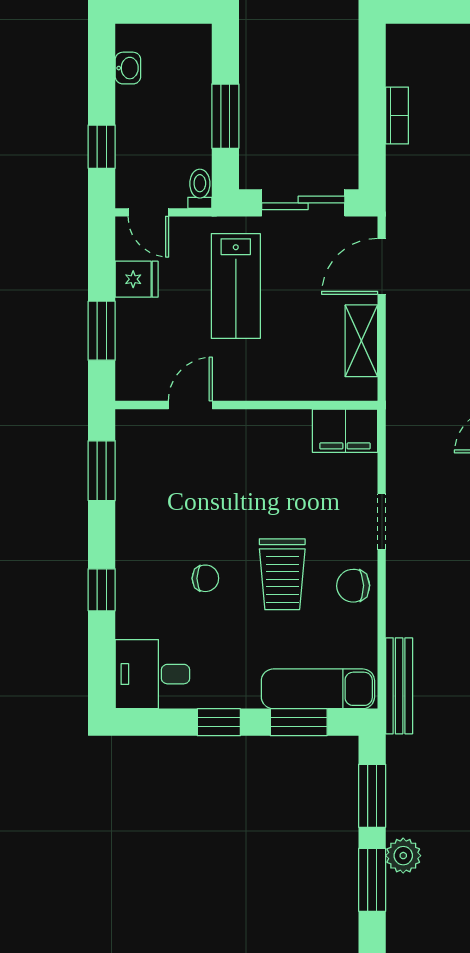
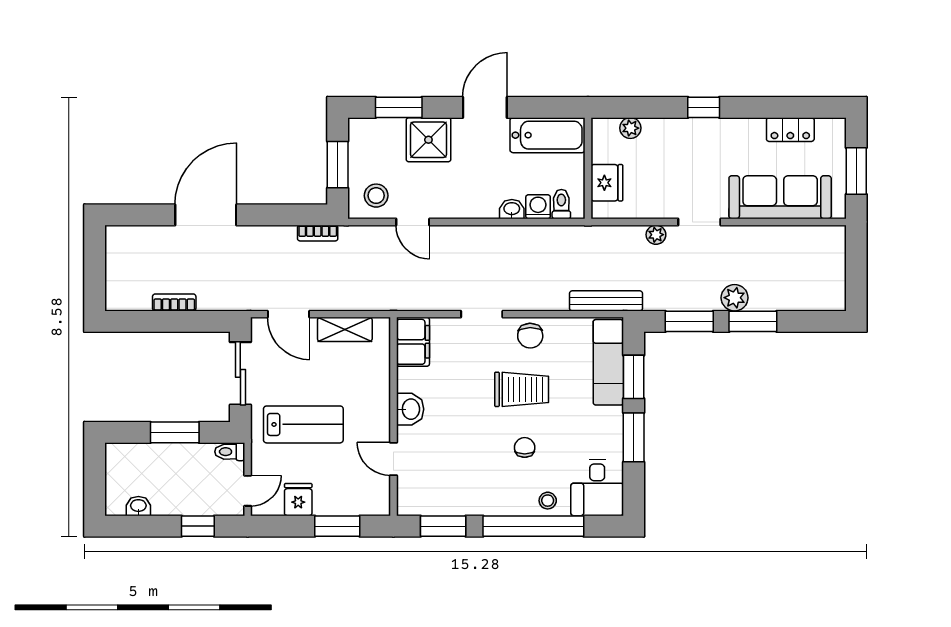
washbasin: (256, 427) -> (410, 409), added
window: (102, 590) -> (533, 526), width x3.17
stool: (135, 609) -> (548, 501), added
window: (219, 722) -> (634, 437), width x1.50

